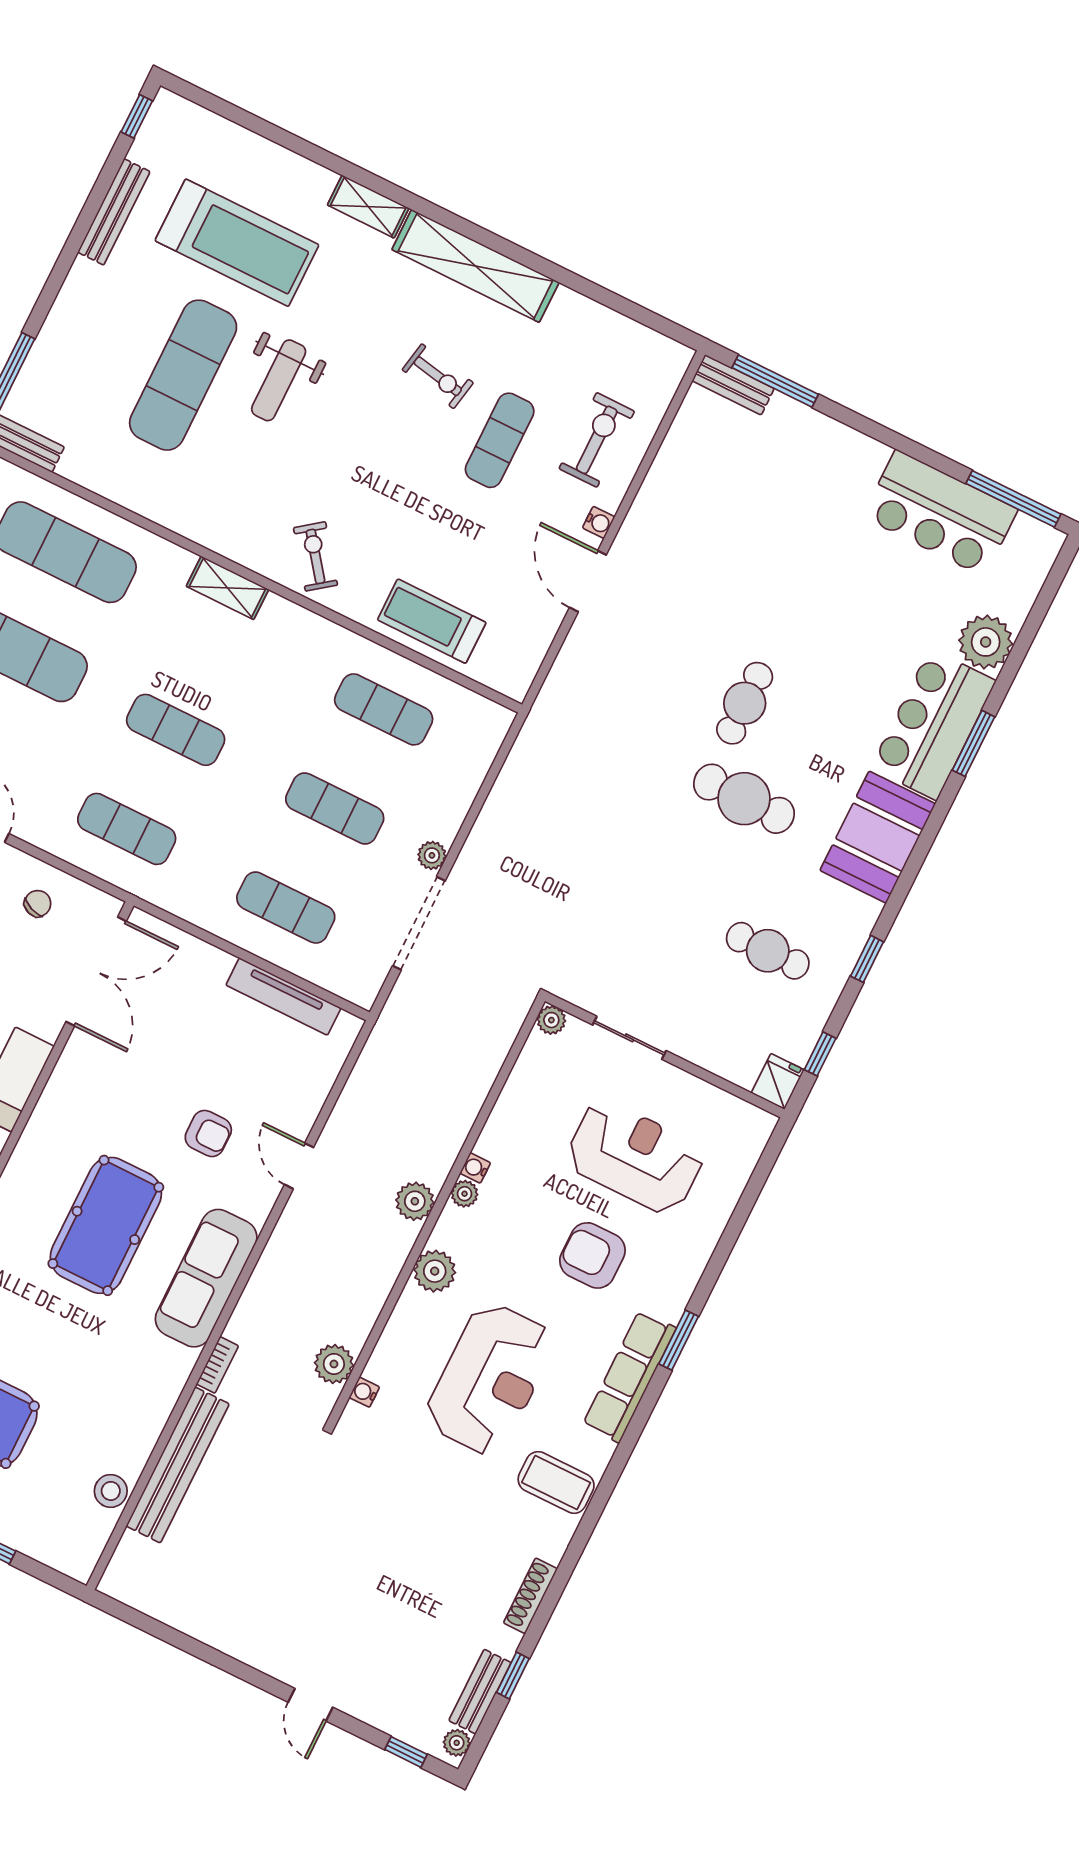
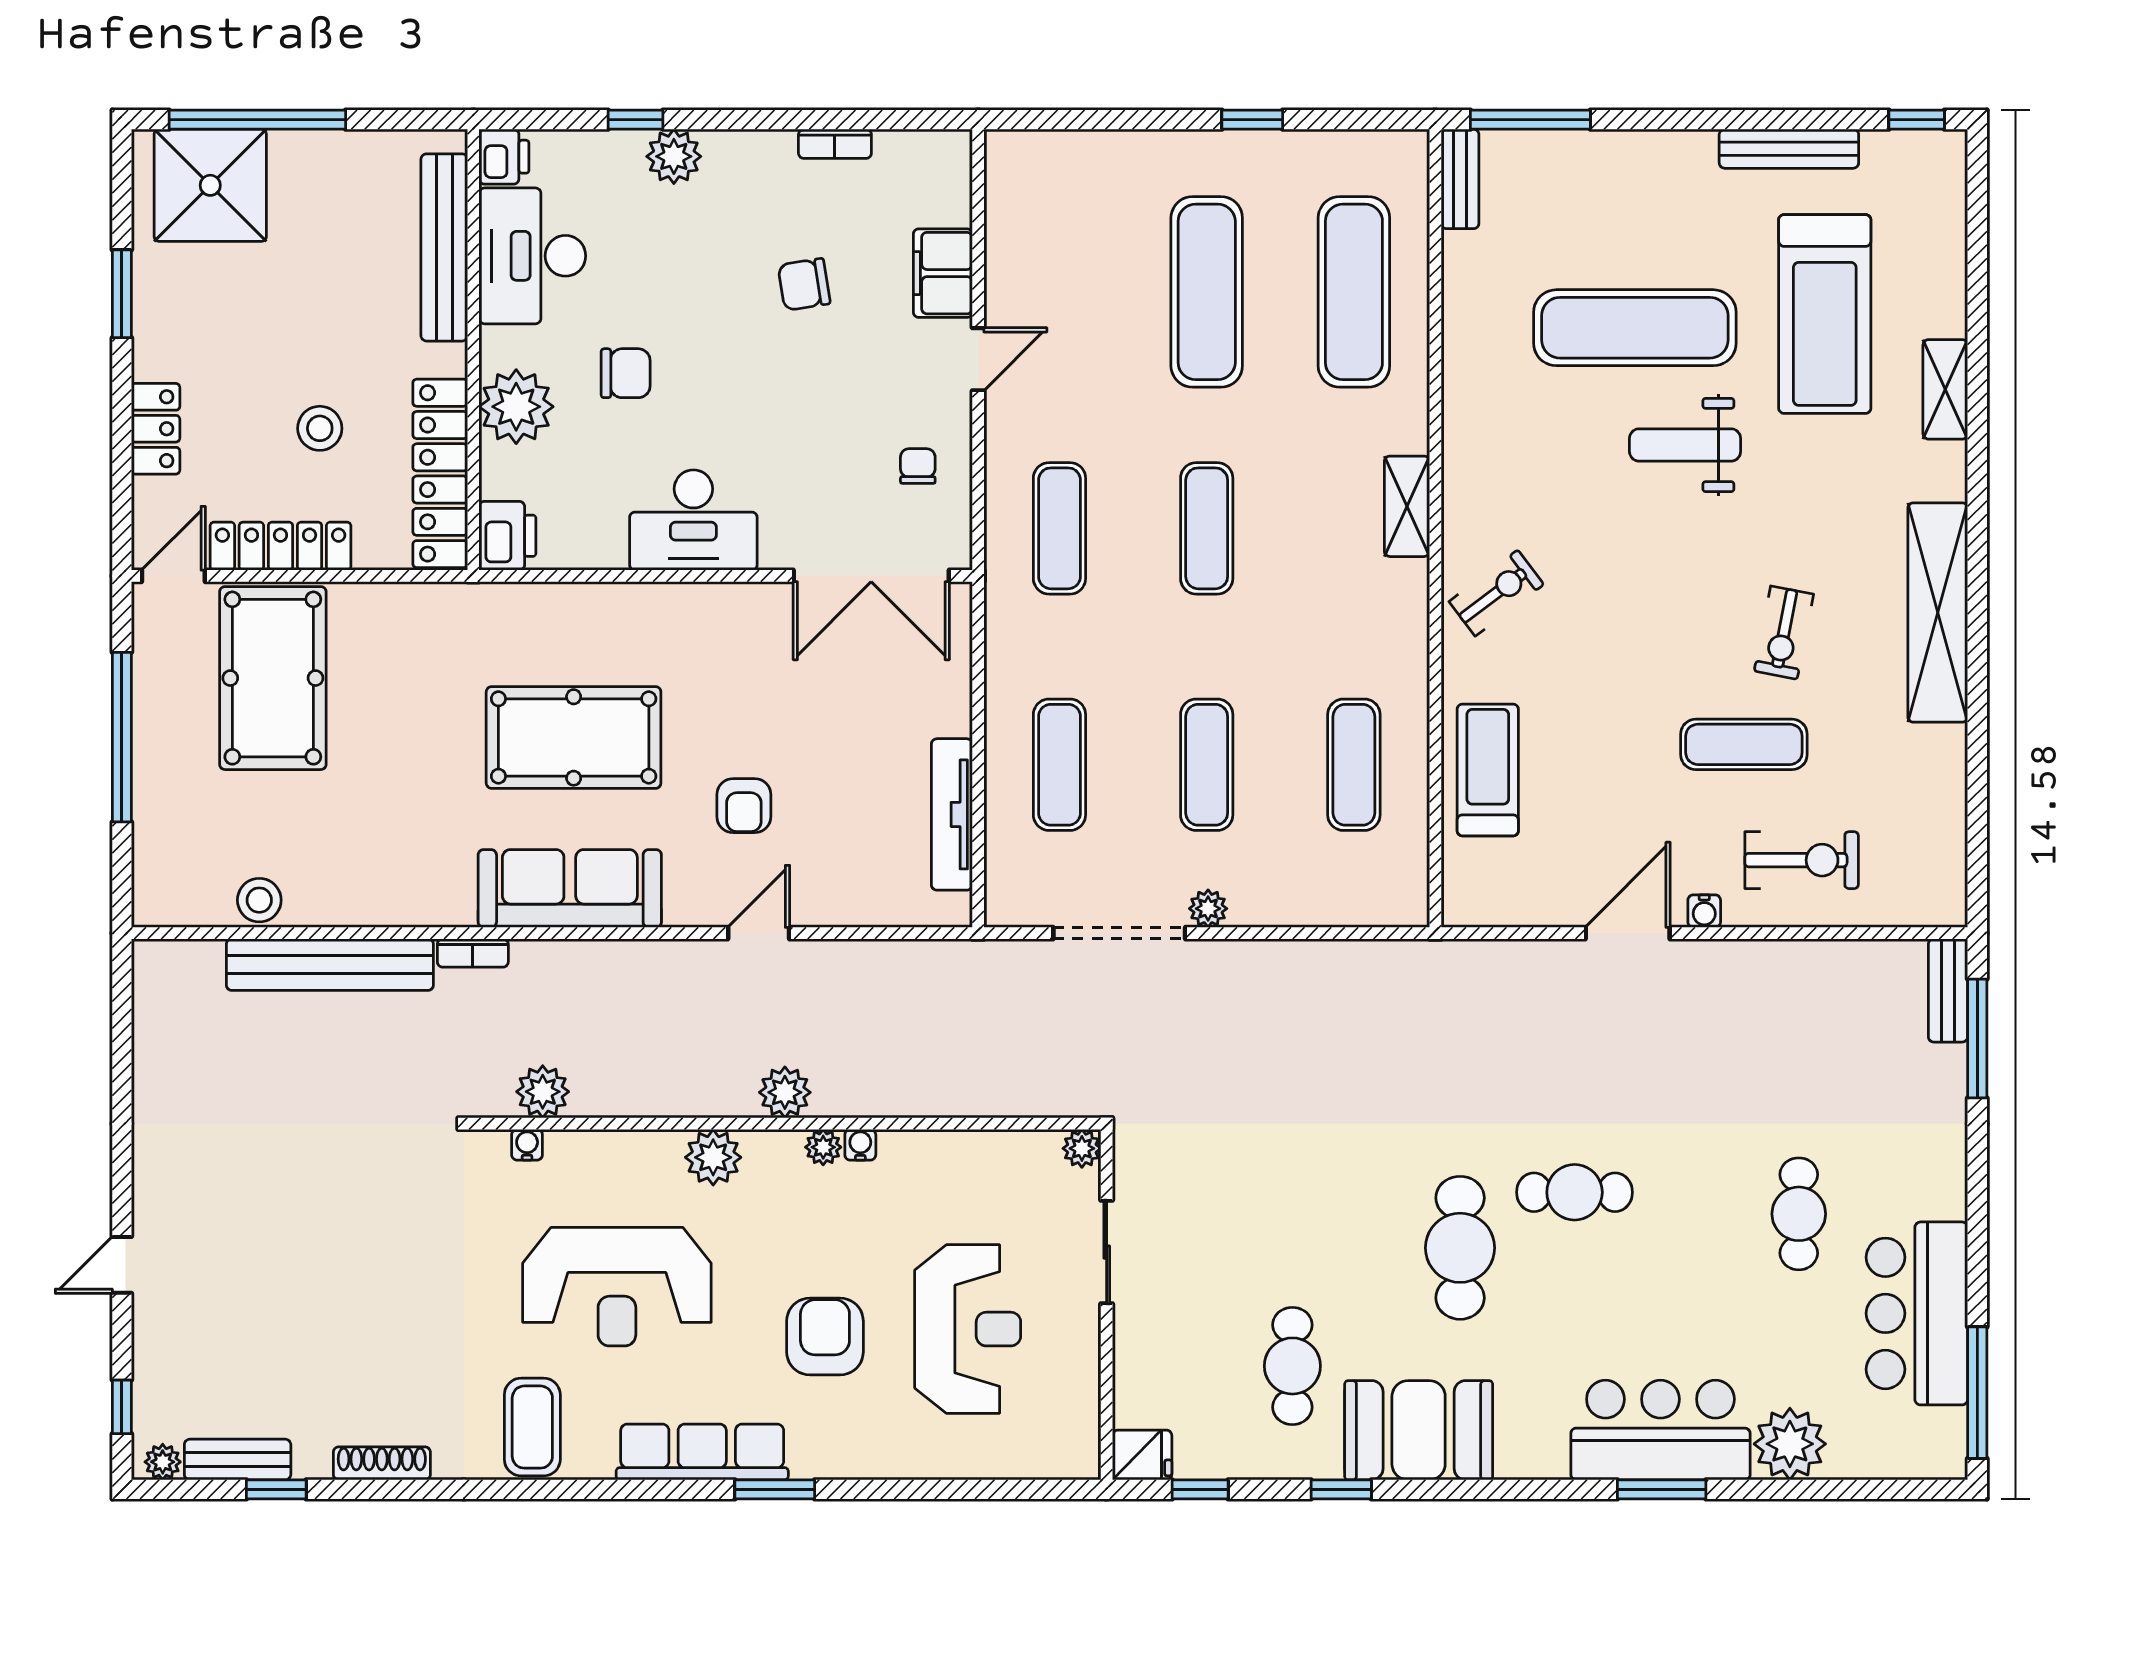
shelving: (368, 207) -> (1945, 389), moved
cafe table: (834, 559) -> (1799, 1214), added
booth: (878, 837) -> (1419, 1430), moved
chair: (38, 904) -> (918, 466), turned -111

